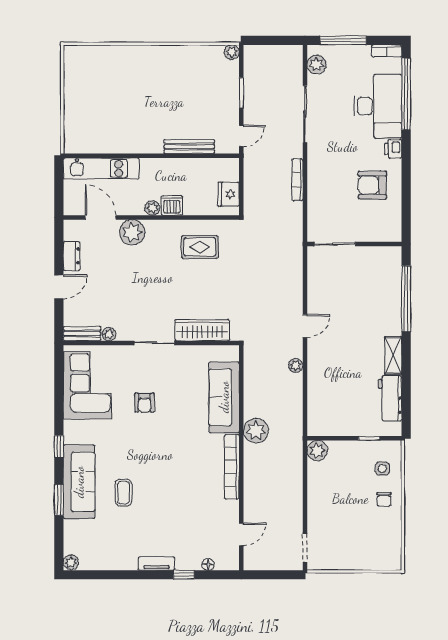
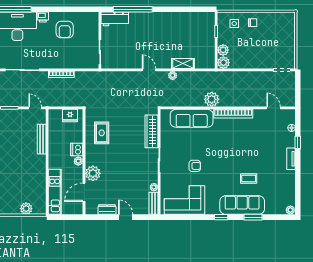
plant: (73, 121) -> (26, 209), added
shelving: (393, 355) -> (183, 64), moved
workbench: (390, 398) -> (115, 19), moved
plant: (338, 450) -> (223, 50), added

